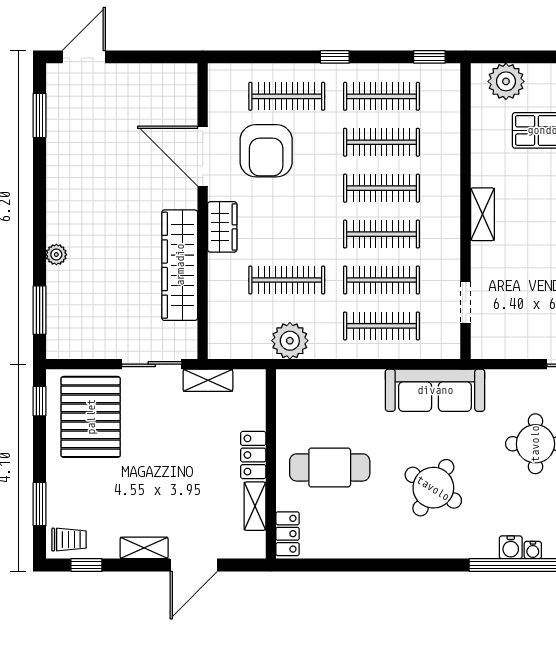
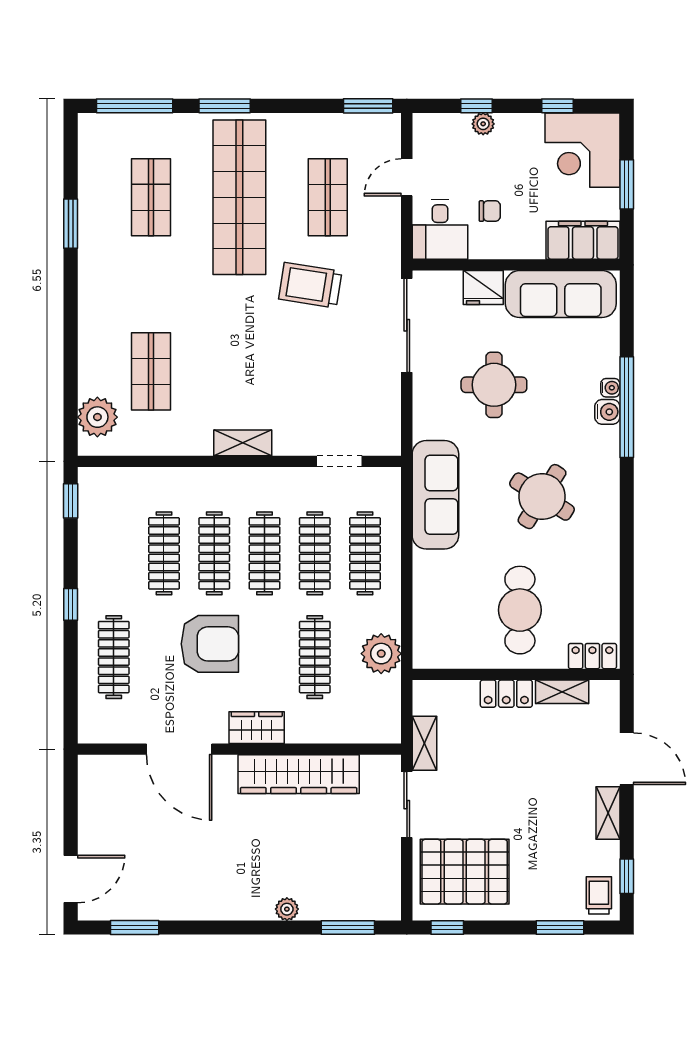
door: (84, 57) -> (71, 879), swing flipped
clothes rail: (381, 96) -> (114, 553), removed
armchair: (266, 151) -> (210, 644), moved
door: (203, 156) -> (179, 749), hinge flipped

